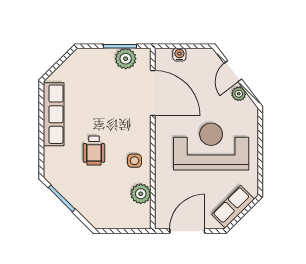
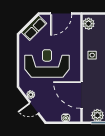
door: (233, 71) -> (34, 108), swing flipped
reception desk: (211, 146) -> (47, 63), turned 180
plant: (141, 194) -> (89, 24), moved

